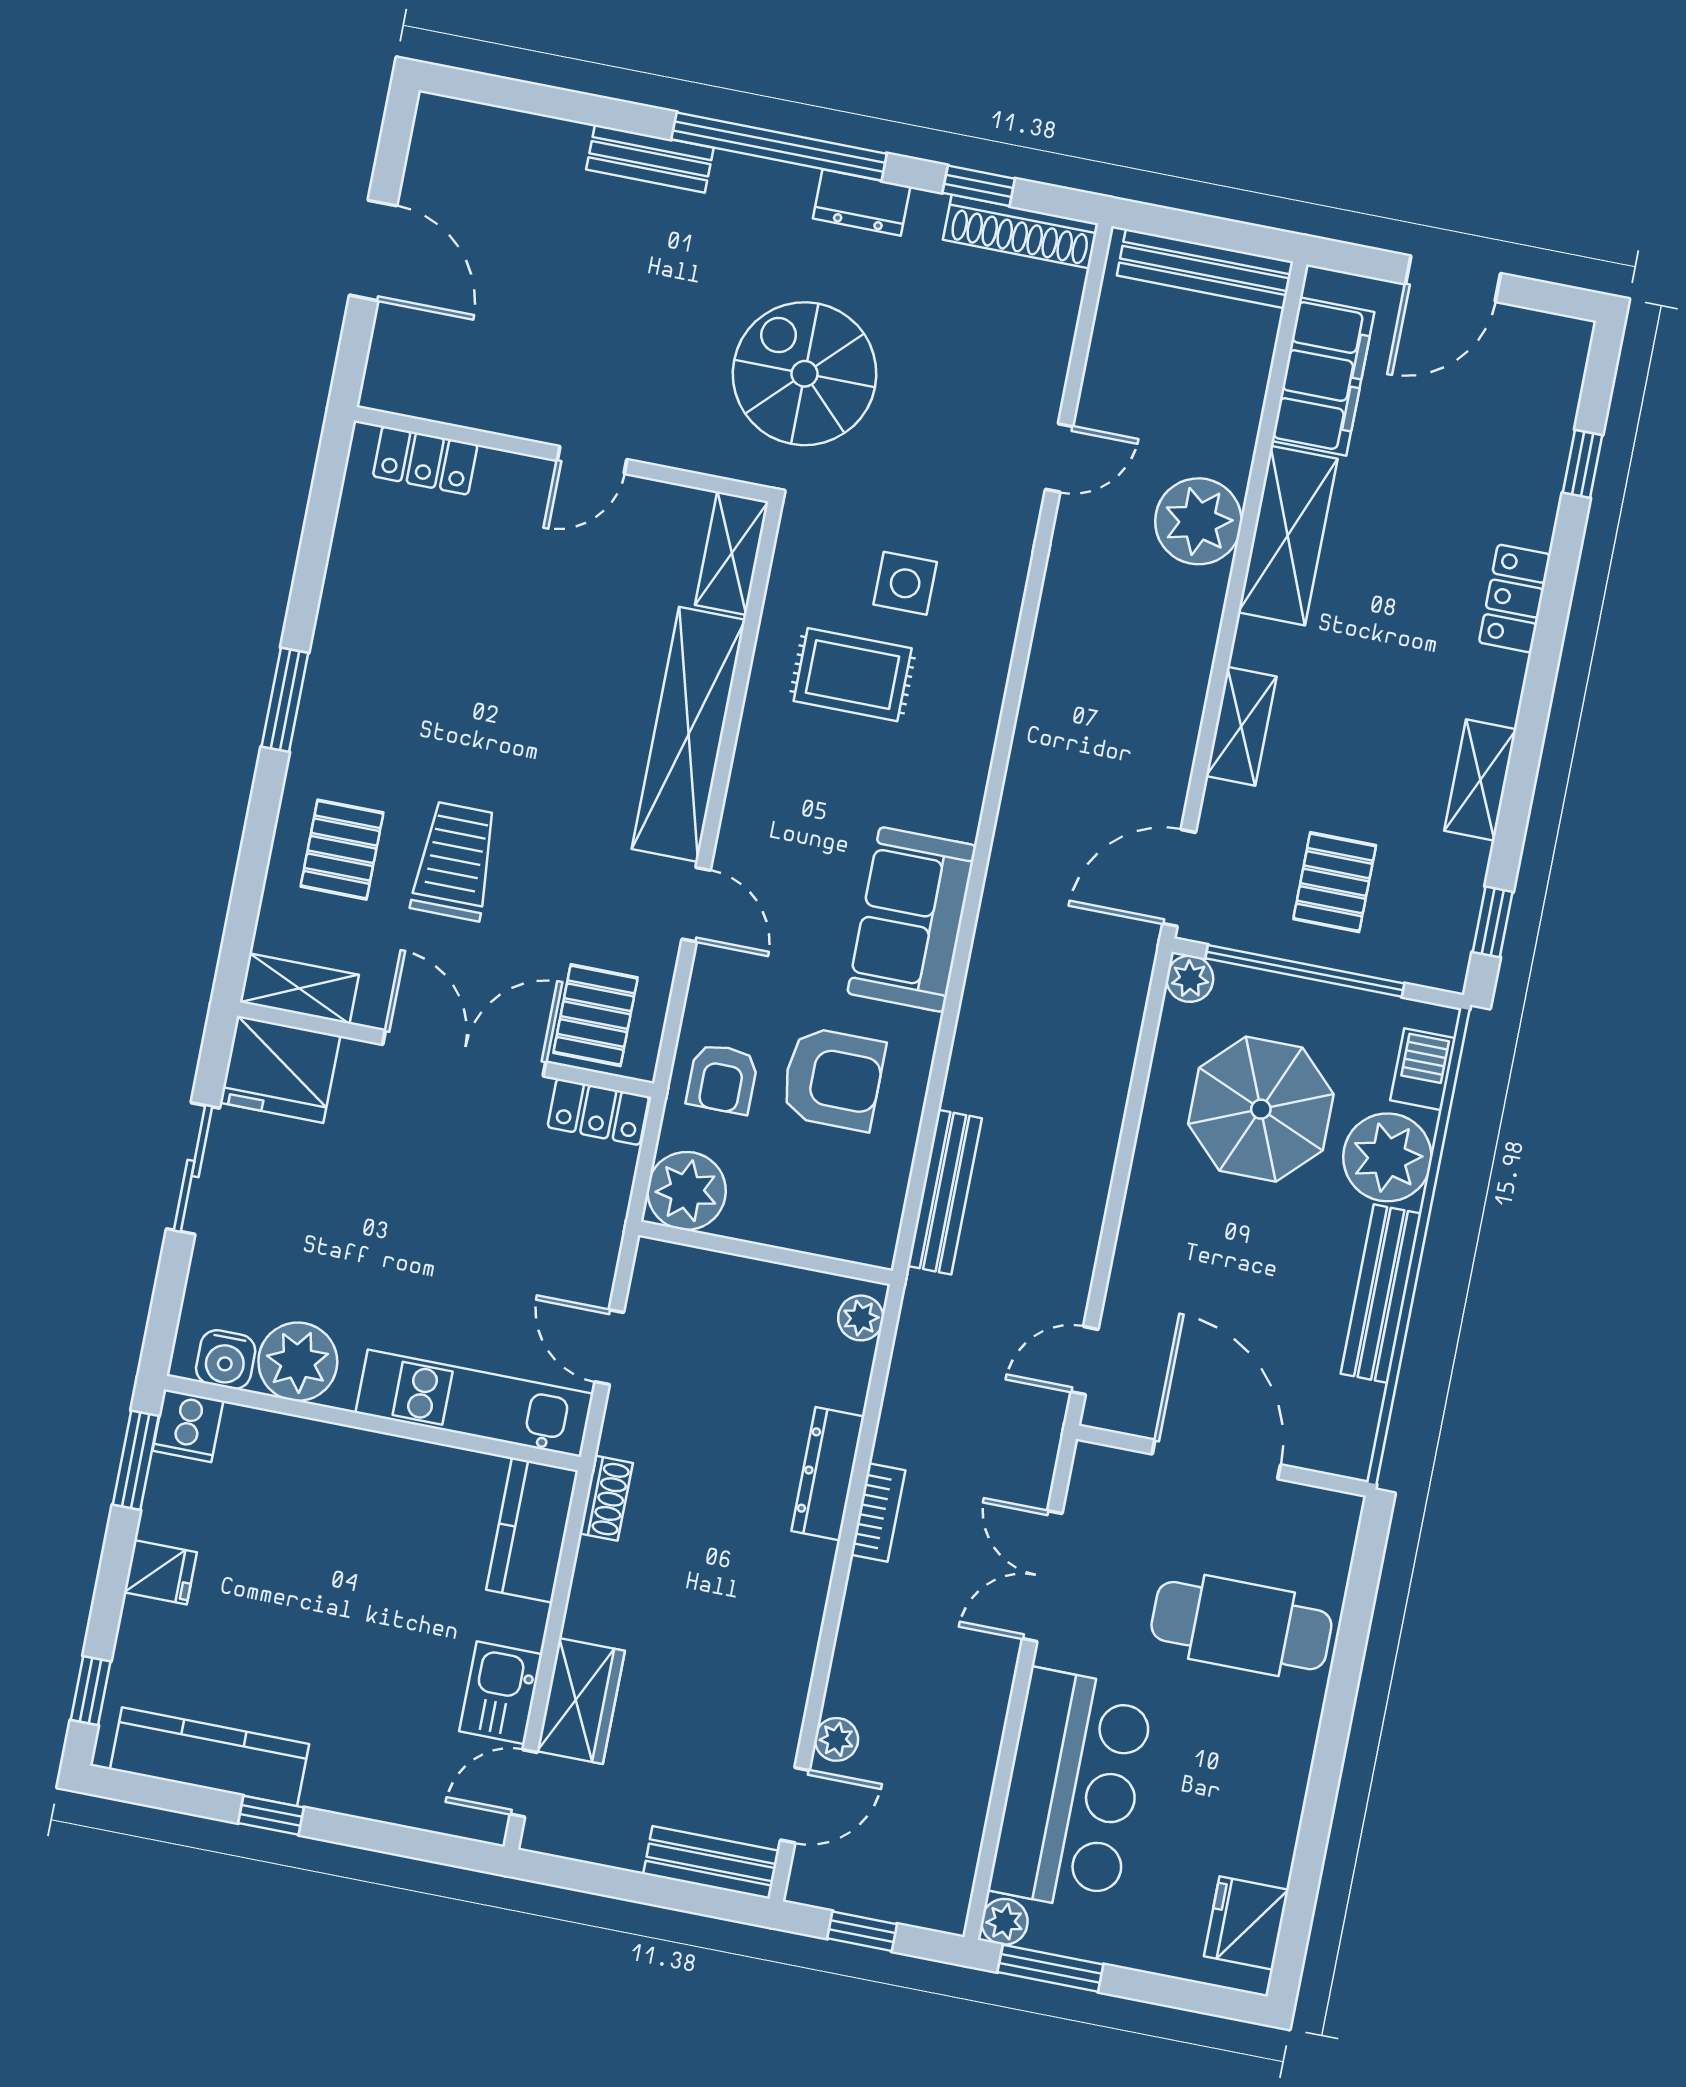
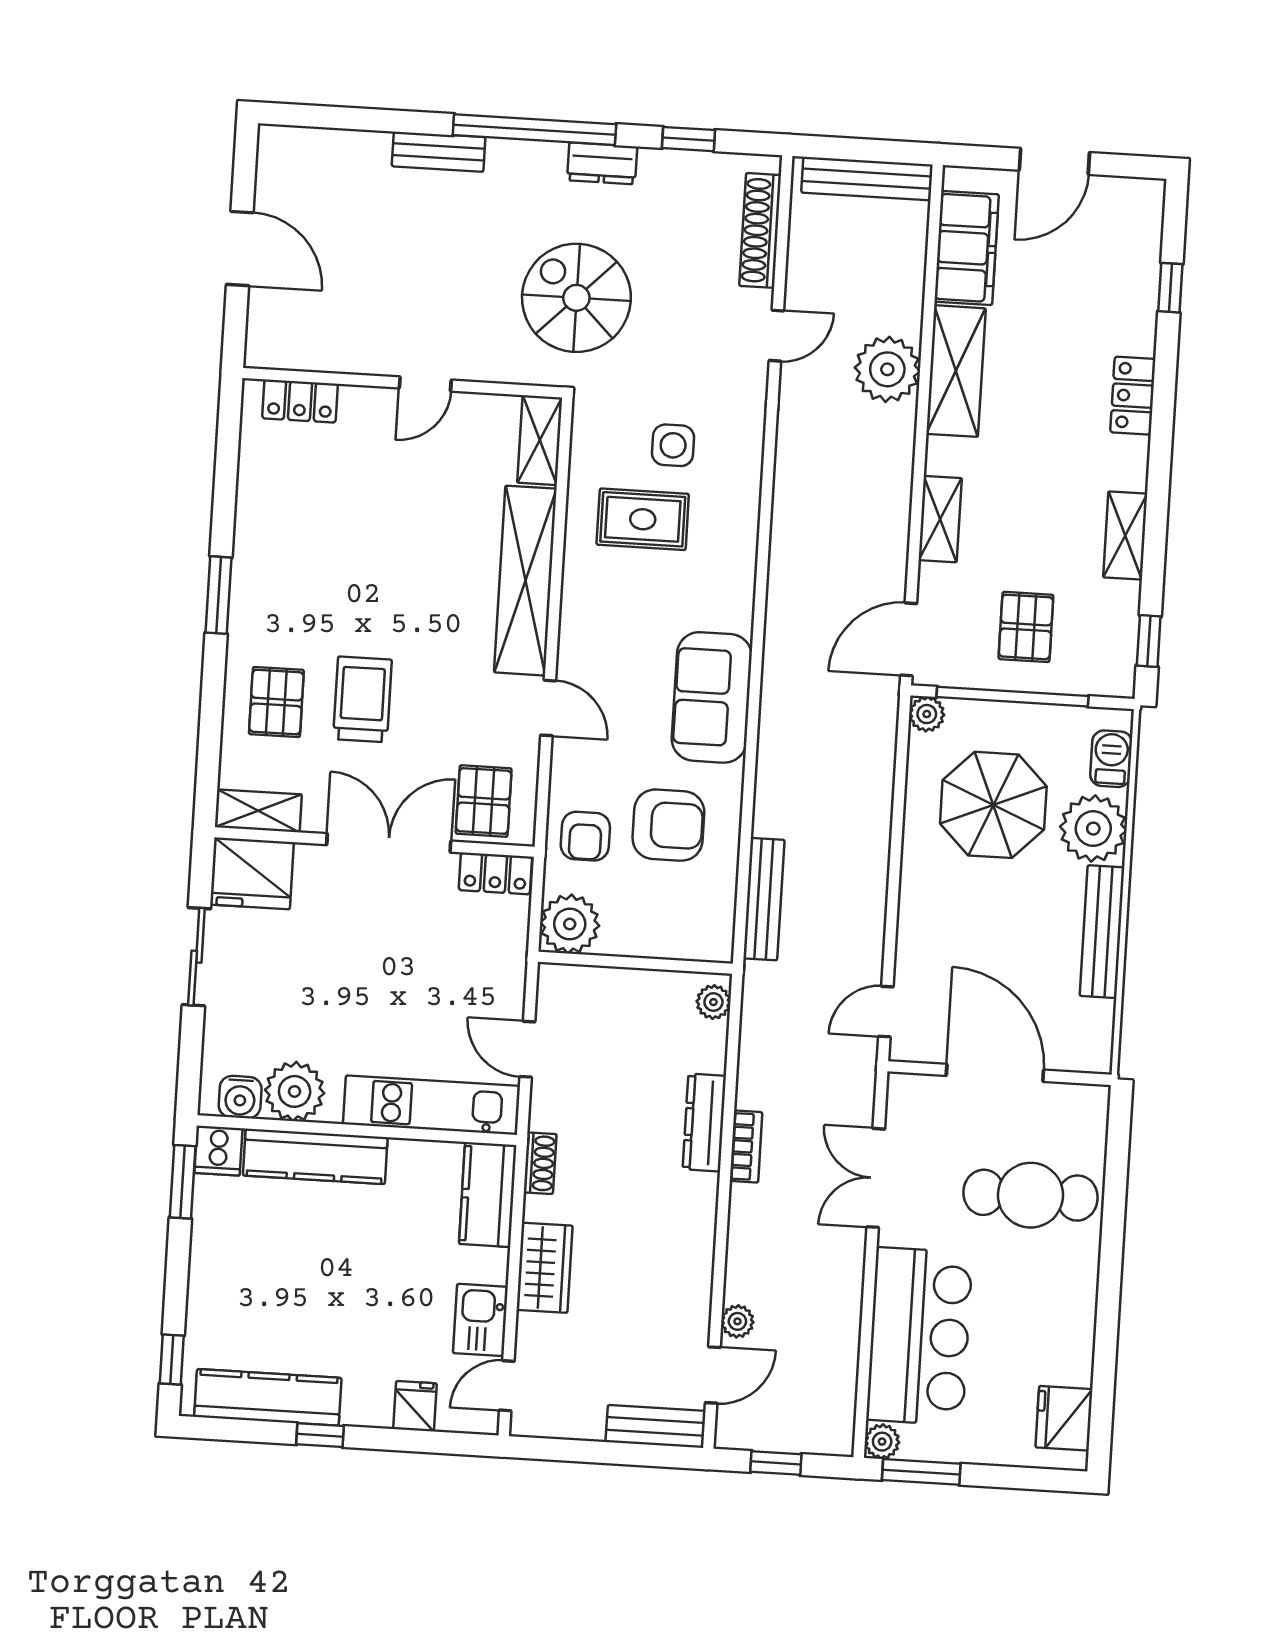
shoe rack: (1021, 232) -> (760, 230), moved, turned 90
kitchen counter: (314, 1450) -> (315, 1156), added
fridge: (160, 1572) -> (415, 1406), moved, turned -90
wardrobe: (581, 1701) -> (544, 1268), moved

